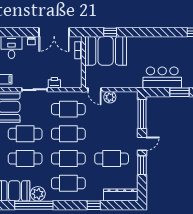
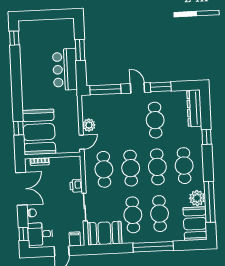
window: (12, 32) -> (24, 234), added

